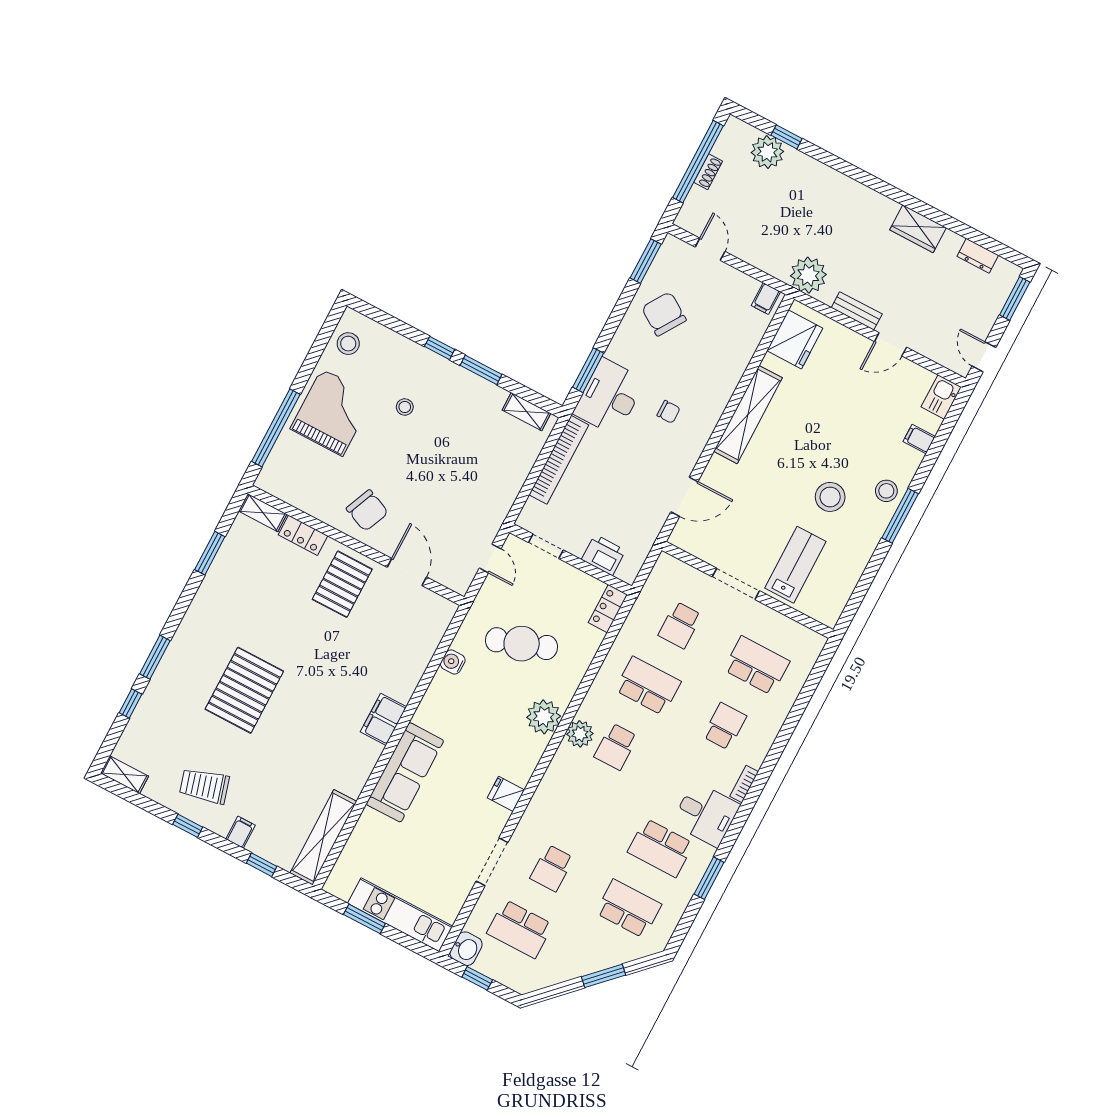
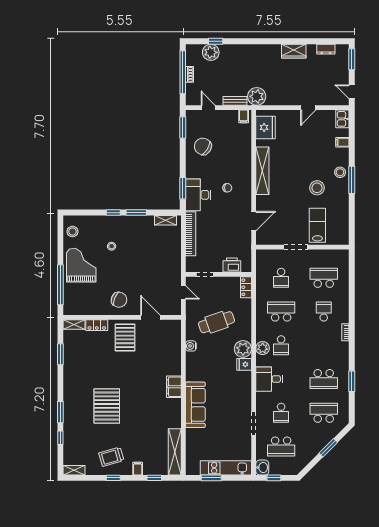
bench: (857, 311) -> (235, 101), moved
fridge: (506, 794) -> (244, 364), moved
desk: (706, 814) -> (269, 379), moved, turned 180

